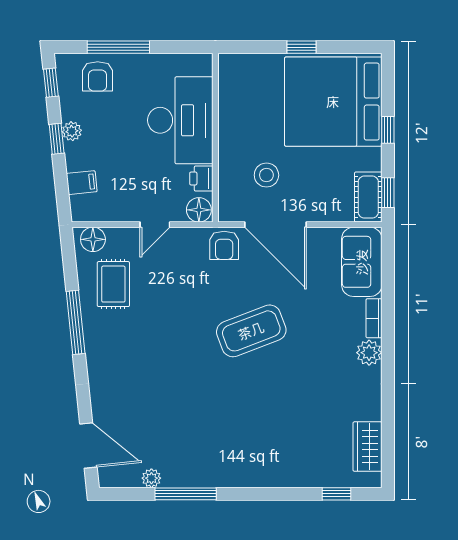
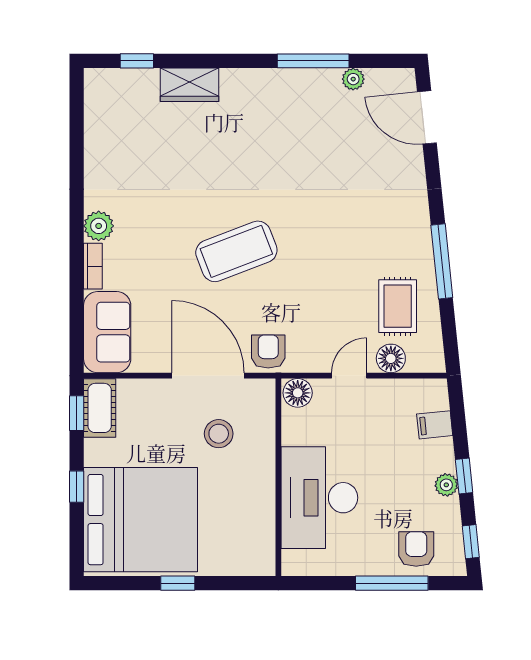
printer: (201, 178) -> (295, 430), removed
floor lamp: (93, 239) -> (391, 358), moved
wardrobe: (368, 447) -> (189, 85), moved, turned 90

